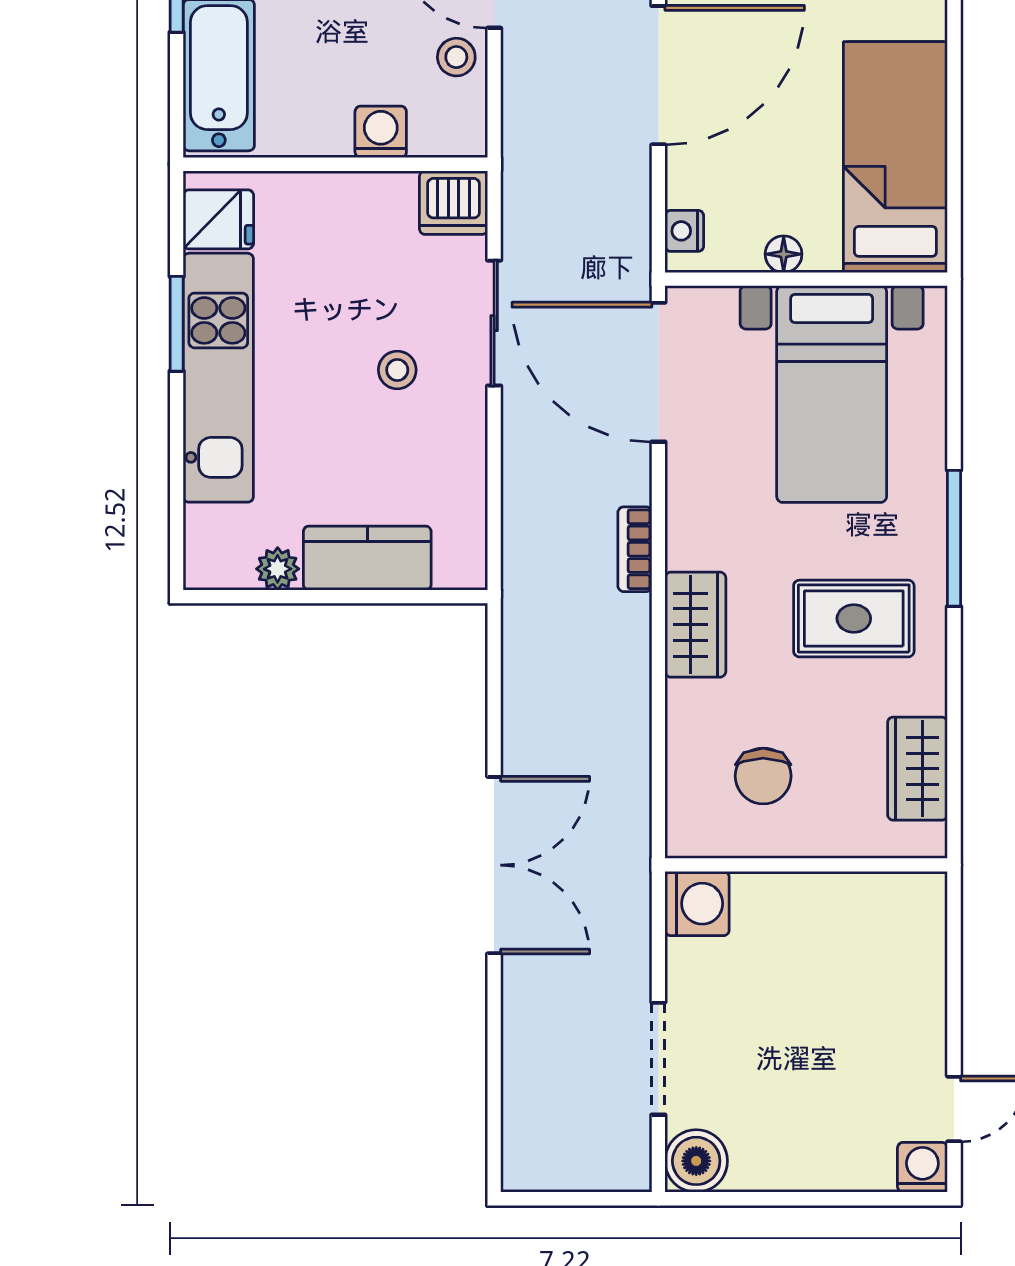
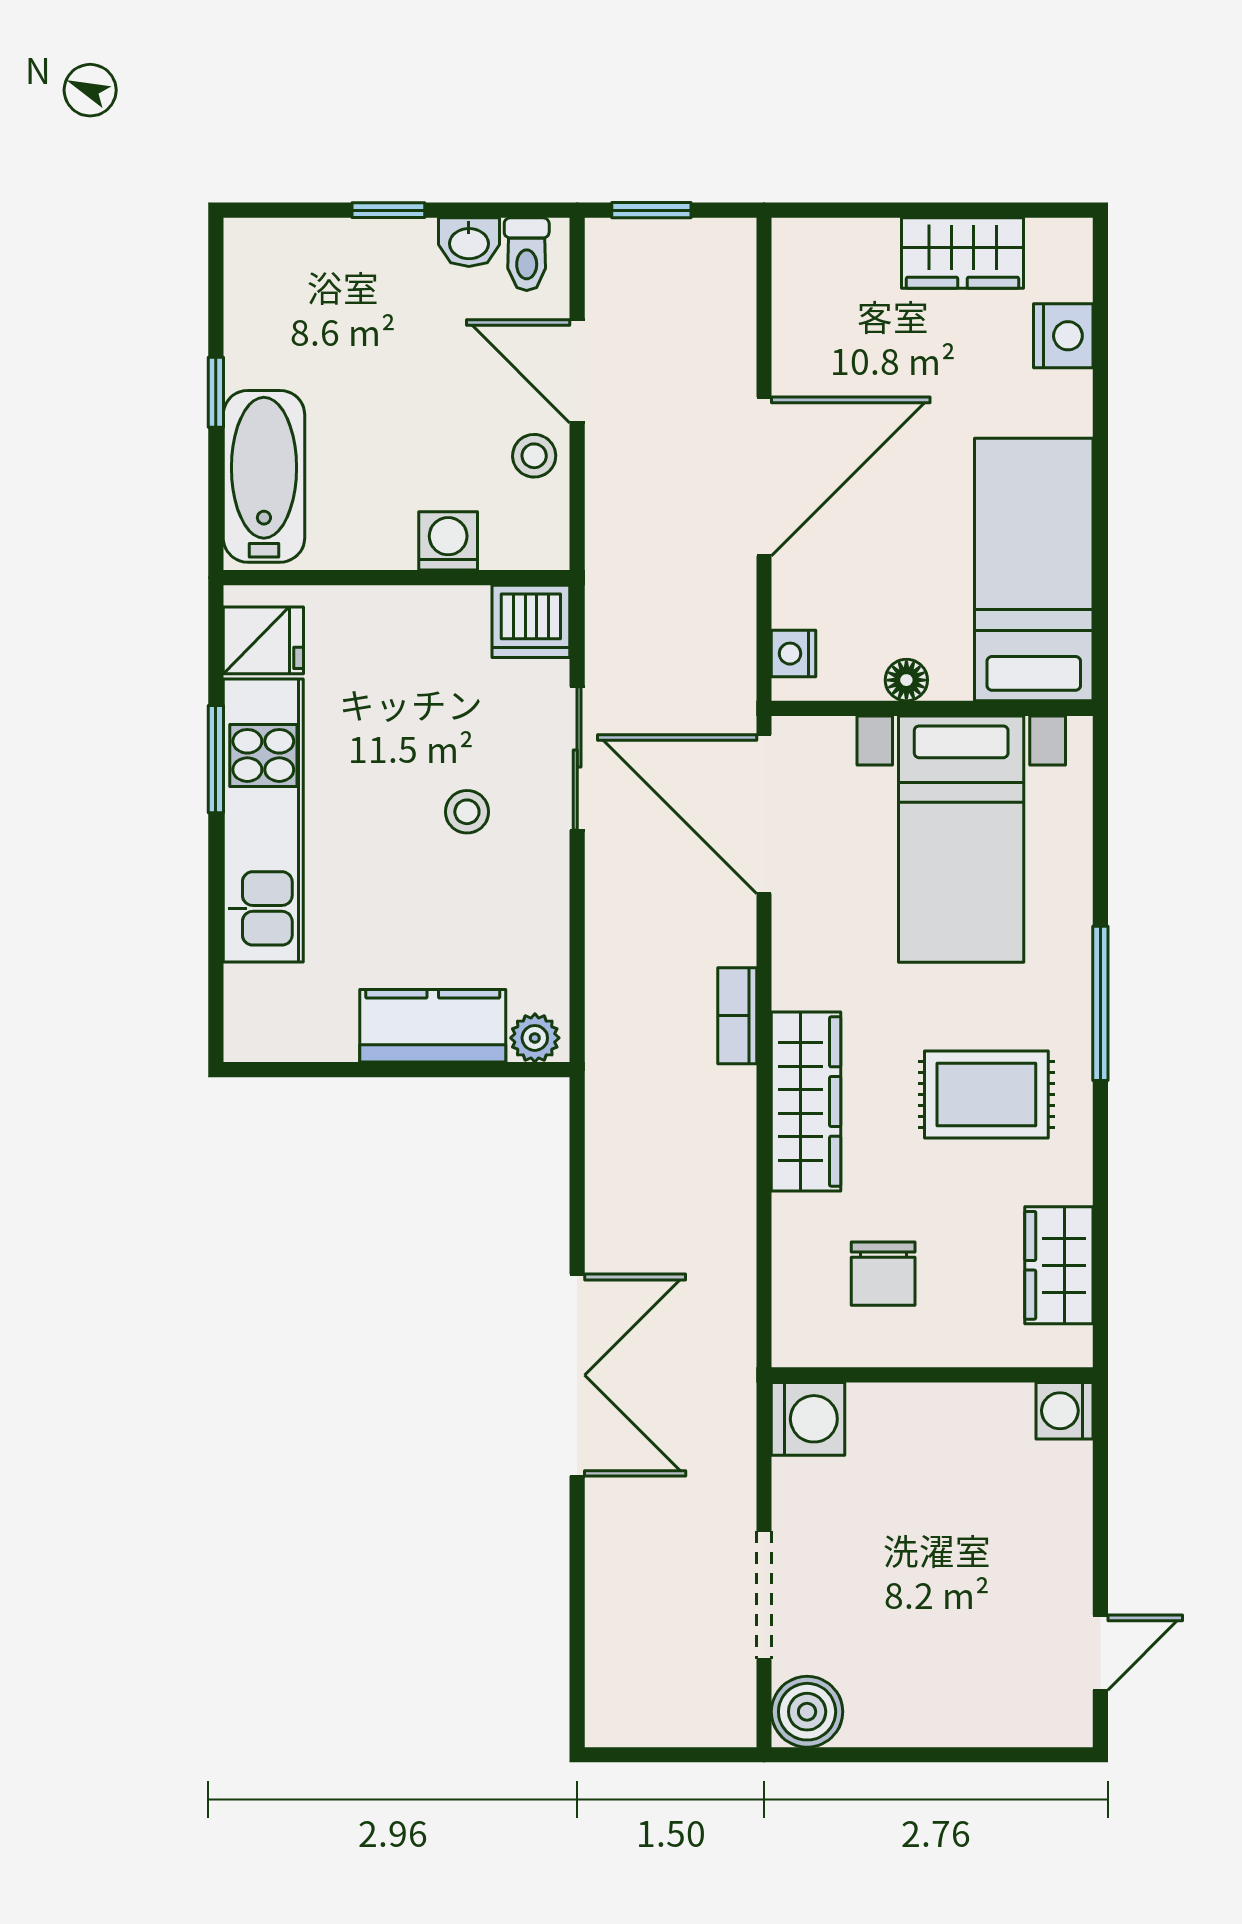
plant: (278, 569) -> (535, 1038), moved
wardrobe: (695, 625) -> (806, 1101), width x1.50
washing machine: (922, 1167) -> (1064, 1411), moved, turned -90

